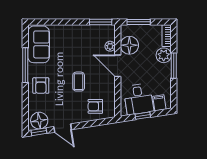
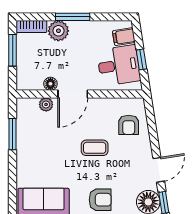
window: (101, 22) -> (13, 134), moved
window: (139, 22) -> (13, 50), moved
floor lamp: (129, 45) -> (50, 84), width x0.53, depth x0.53

